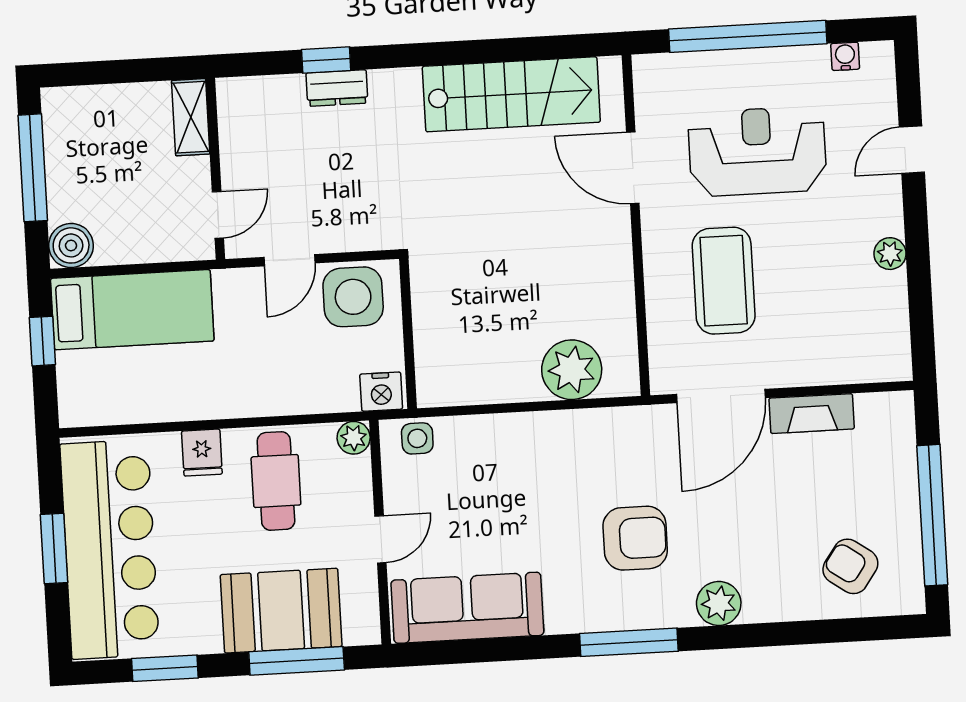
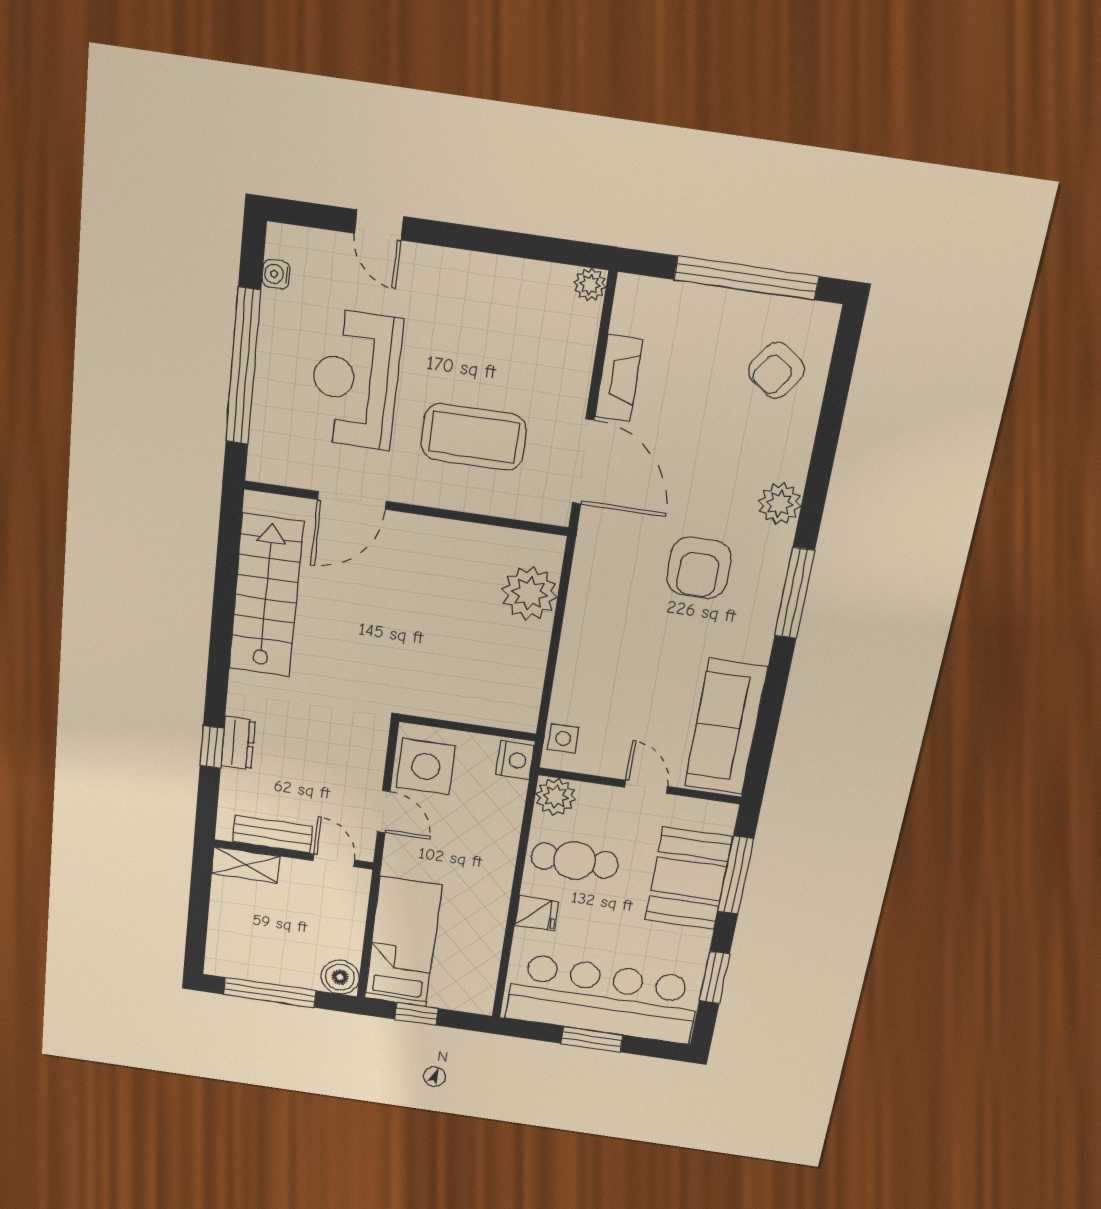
bench: (235, 142) -> (273, 834), added
plant: (890, 254) -> (590, 285), moved
plant: (354, 438) -> (556, 797), width x1.38, depth x1.38
armchair: (635, 538) -> (699, 568), turned 180

